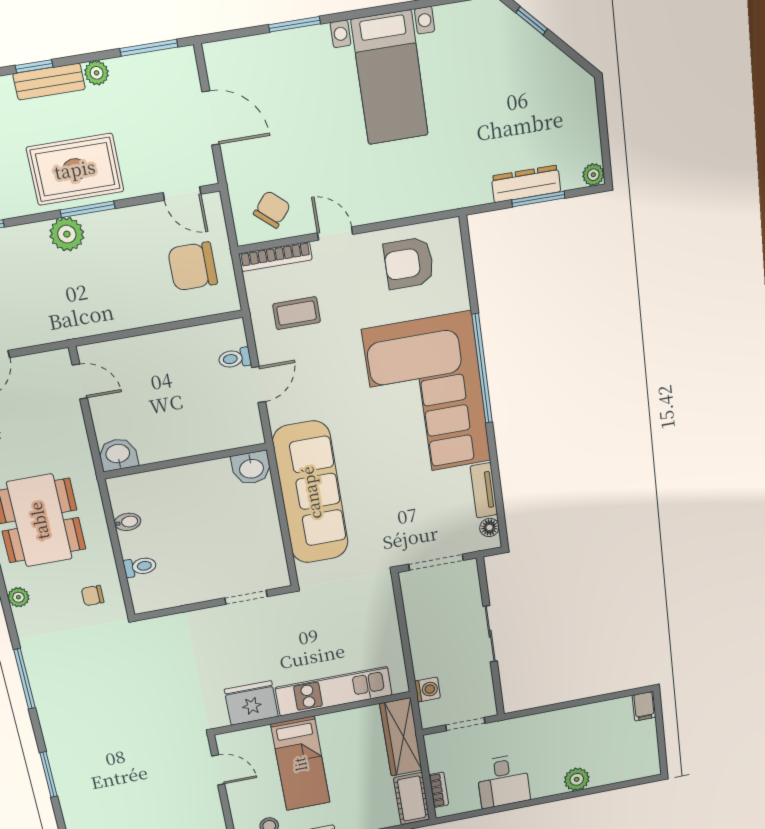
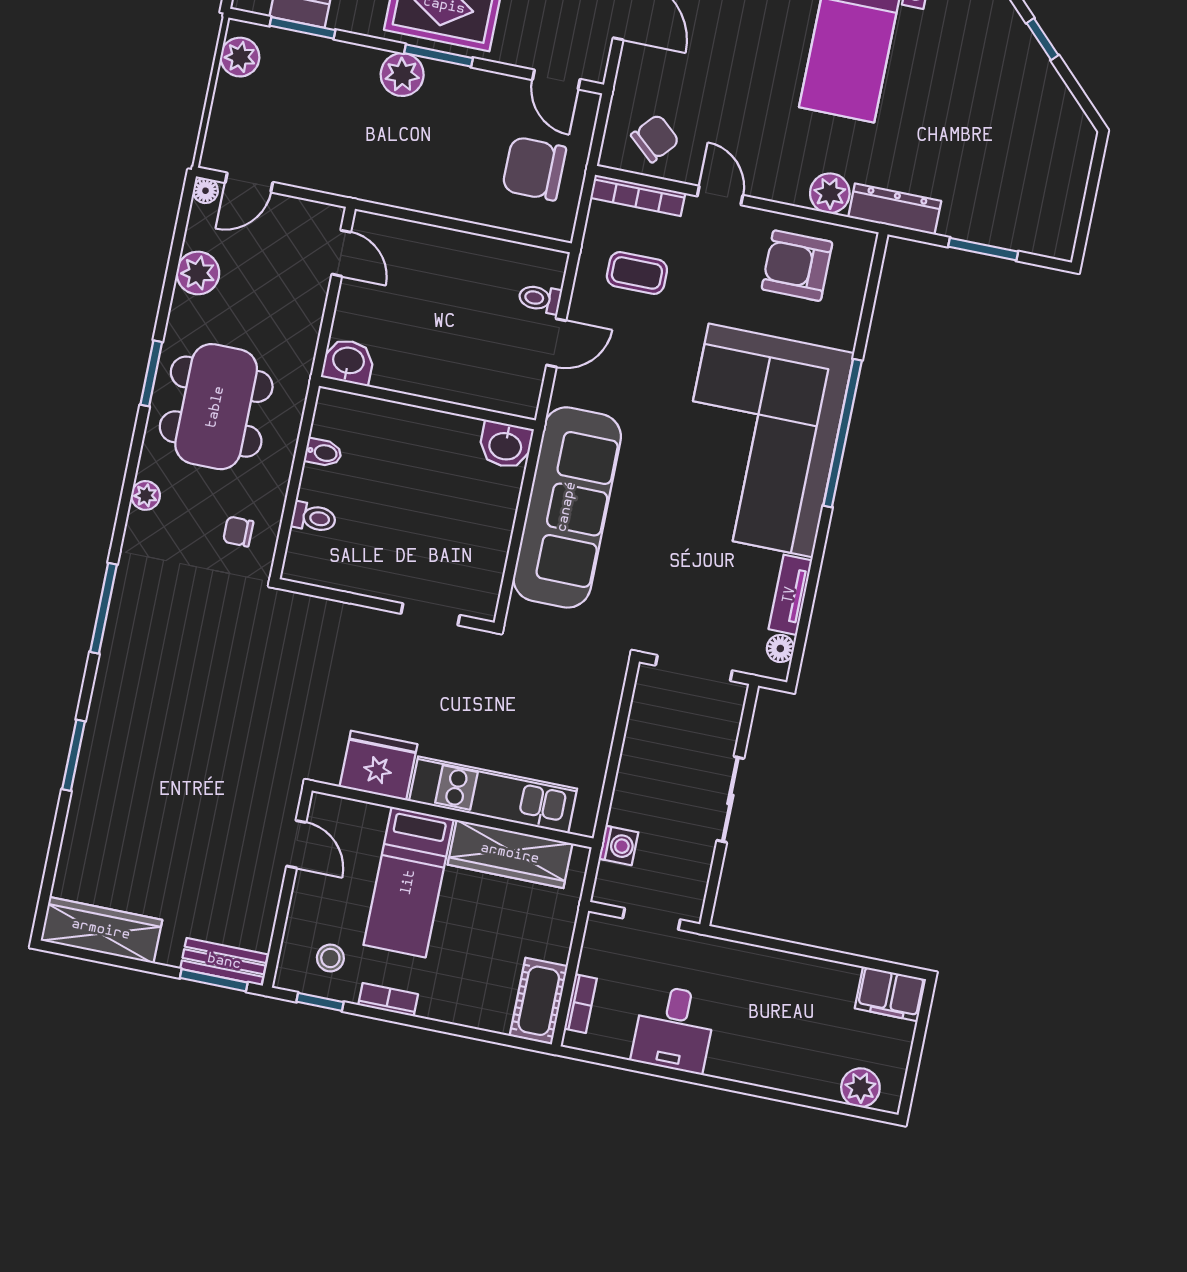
plant: (593, 175) -> (830, 193), moved, width x1.38, depth x1.38
dresser: (526, 184) -> (895, 209), moved
filing cabinet: (644, 706) -> (890, 994), width x2.00
wardrobe: (401, 737) -> (510, 854), moved, turned -90
plant: (577, 779) -> (860, 1088), moved

